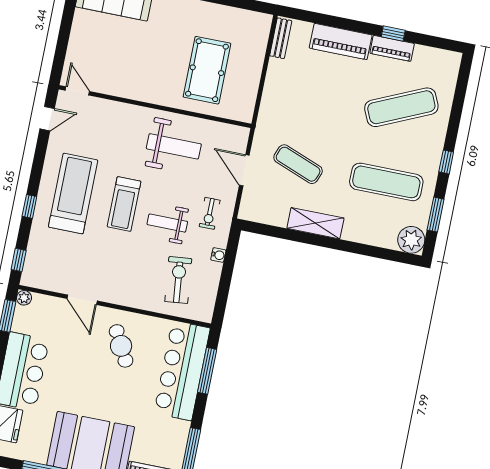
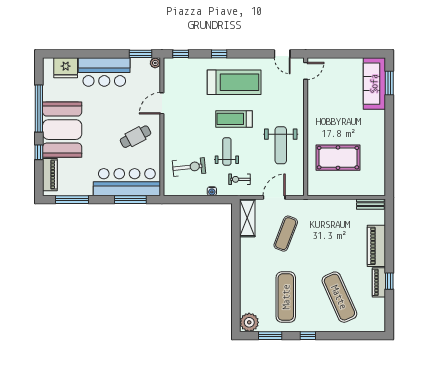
shelving: (315, 223) -> (247, 218), moved

